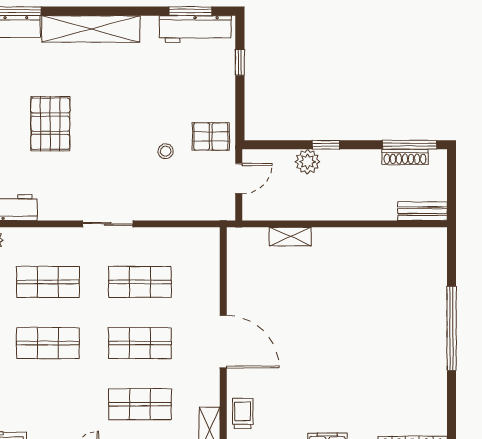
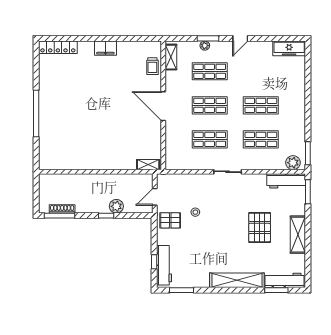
workbench: (195, 29) -> (164, 265), moved, turned 90
bench: (422, 211) -> (52, 179), removed
shelving: (290, 237) -> (148, 165), moved

